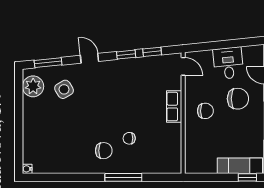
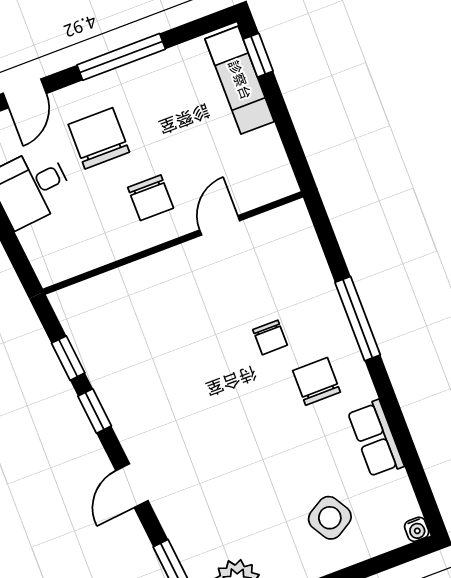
door: (183, 66) -> (220, 225), moved
side table: (64, 89) -> (330, 518), moved
row of seats: (174, 107) -> (376, 439), moved, turned 90
chair: (205, 111) -> (151, 198), turned 180

